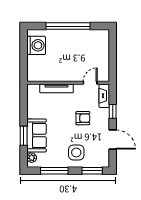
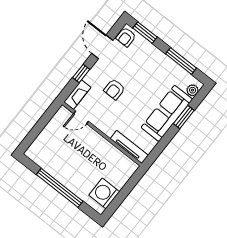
tv unit: (57, 88) -> (129, 147), moved
armchair: (83, 118) -> (114, 89), turned -90
sofa: (37, 135) -> (167, 113), width x1.36
side table: (76, 152) -> (146, 62), removed
armchair: (102, 158) -> (126, 37), added

